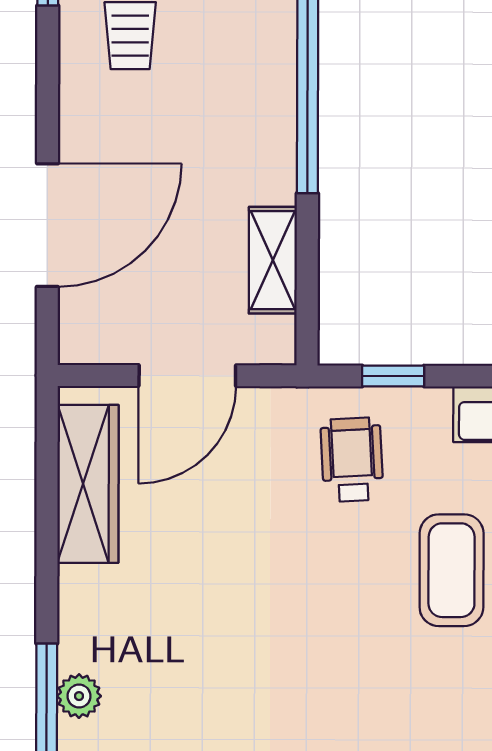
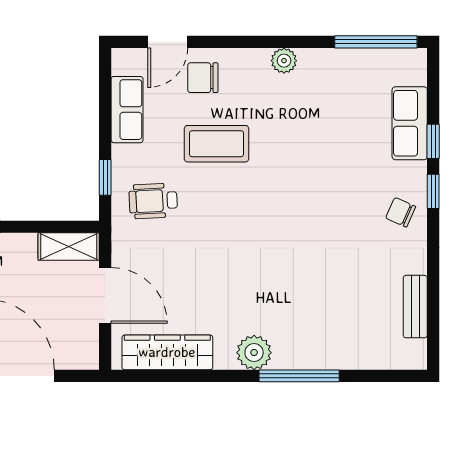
shelving: (273, 260) -> (69, 246), moved
plant: (79, 696) -> (254, 353), moved, width x1.38, depth x1.38

